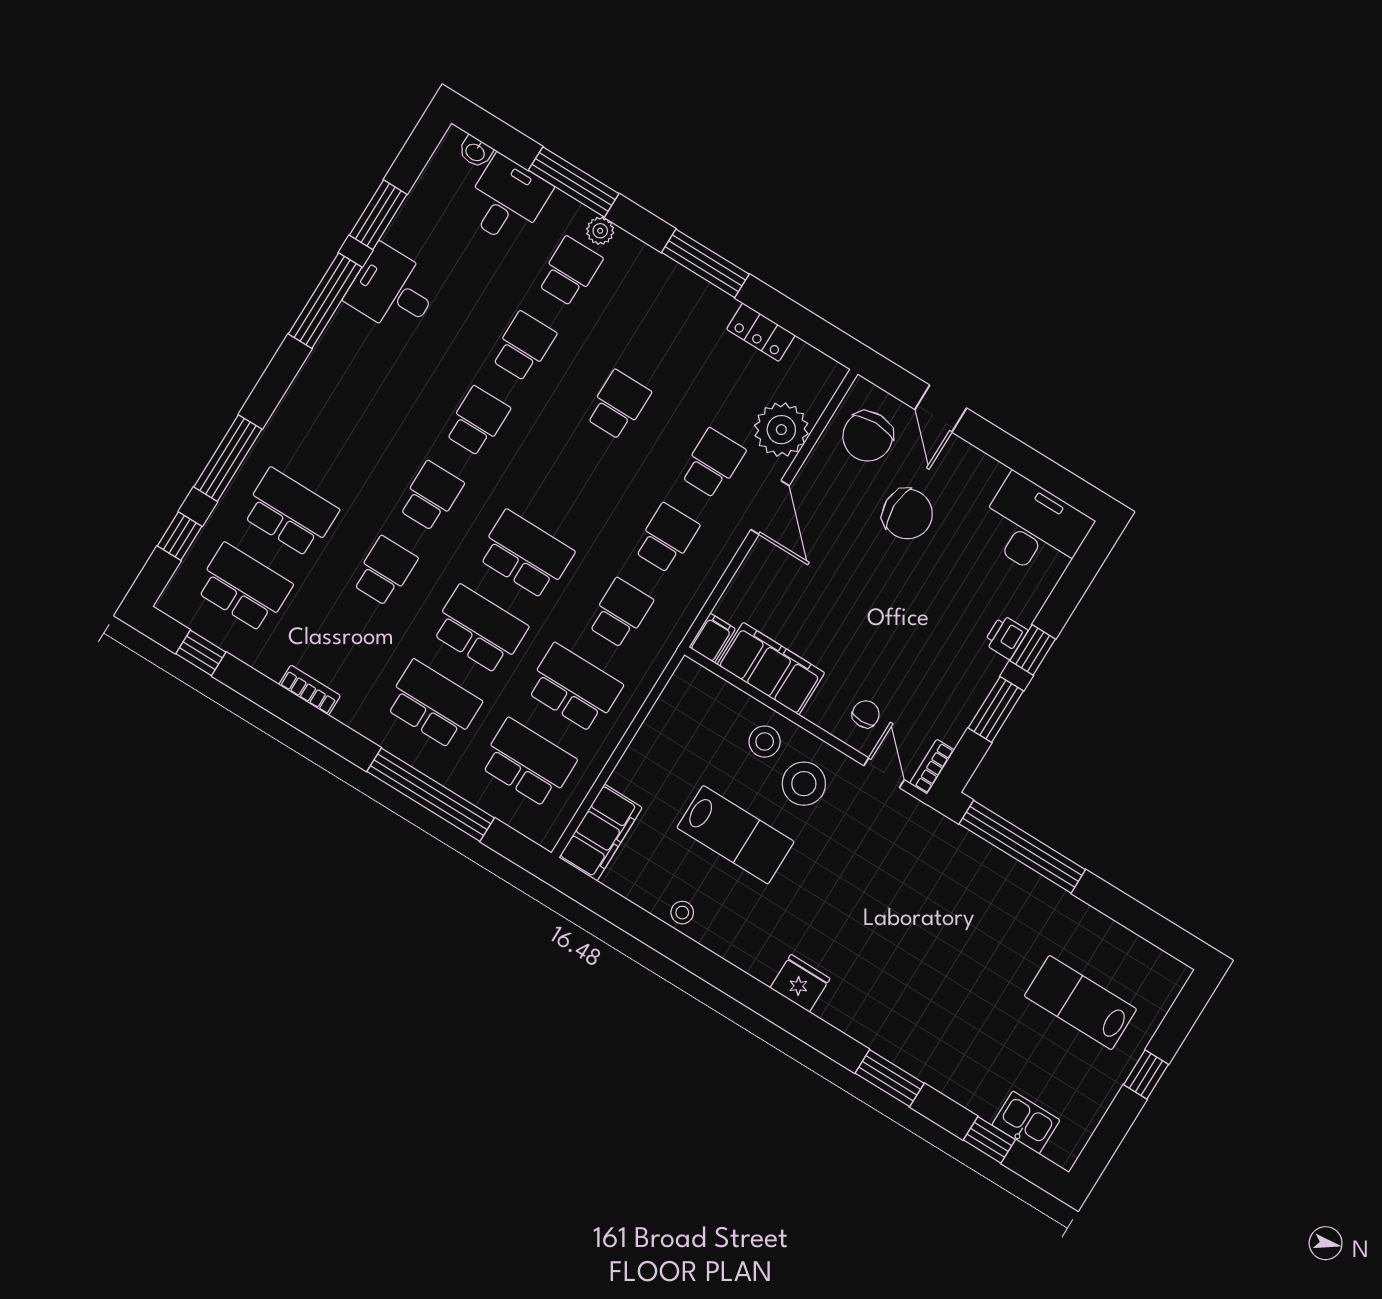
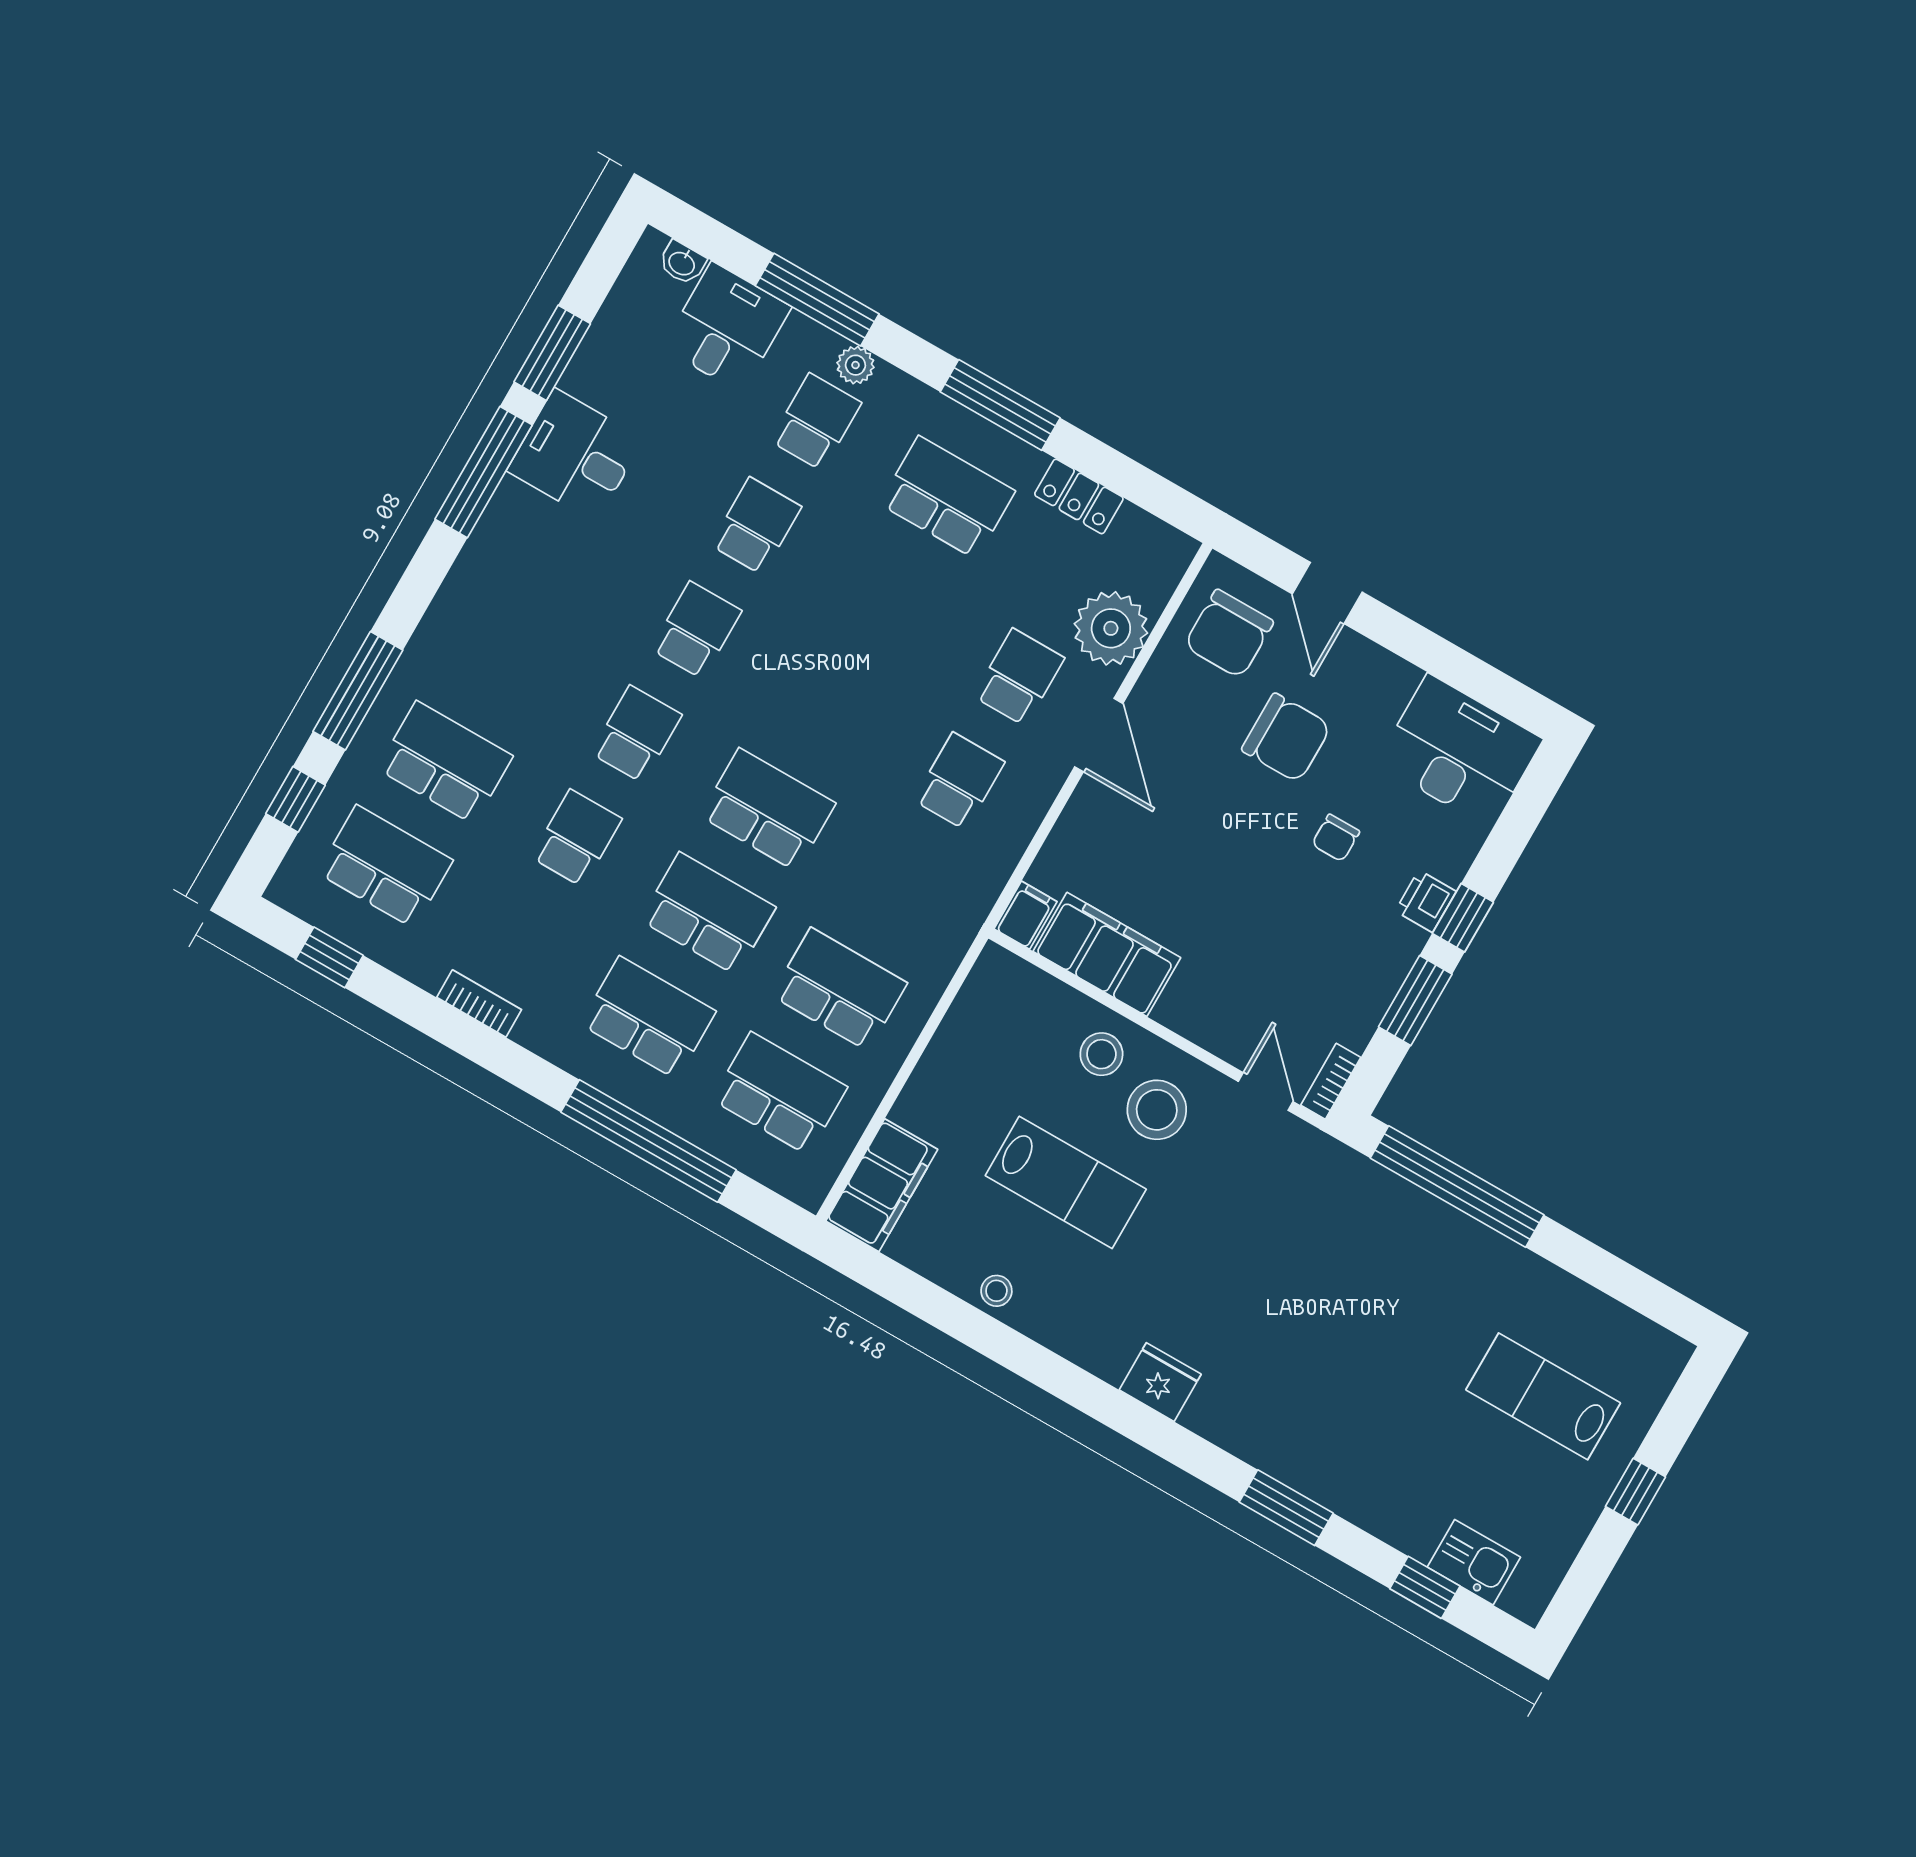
school desk: (618, 405) -> (947, 497), moved, width x1.85
school desk: (620, 613) -> (899, 885), removed
chair: (866, 714) -> (1336, 838), moved, turned 180

